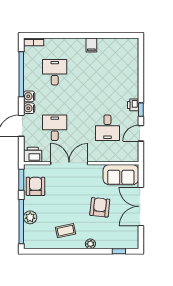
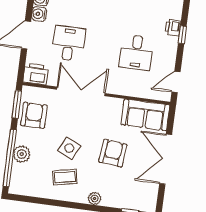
door: (141, 133) -> (176, 82), moved
side table: (66, 208) -> (69, 148), added

